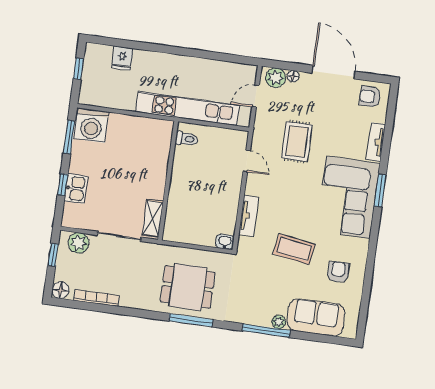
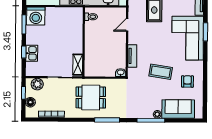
door: (247, 161) -> (127, 25), swing flipped
dining table: (188, 287) -> (91, 97), moved
floor lamp: (60, 290) -> (30, 102), moved

